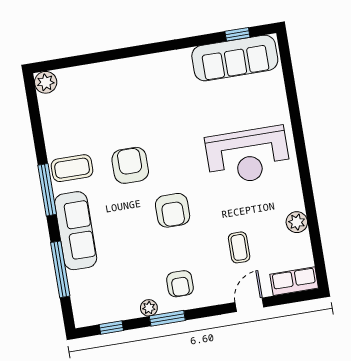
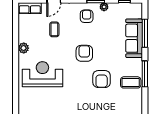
plant: (297, 222) -> (24, 48), moved
sofa: (76, 231) -> (134, 38), moved

